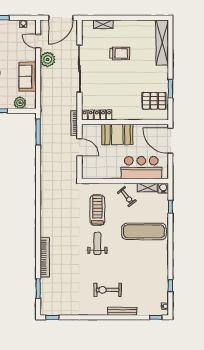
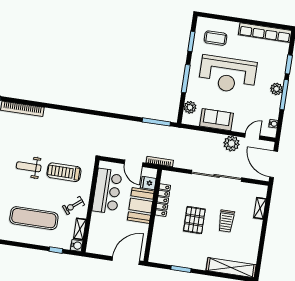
pallet: (154, 101) -> (194, 220), moved
locker: (97, 115) -> (163, 200), moved
fridge: (96, 131) -> (148, 183), added
door: (79, 147) -> (134, 163), hinge flipped
bar counter: (141, 168) -> (107, 191), moved
treadmill: (97, 210) -> (64, 172), turned 180
exercise mat: (144, 231) -> (34, 218), turned 90
weight bench: (97, 243) -> (29, 167), turned 180

